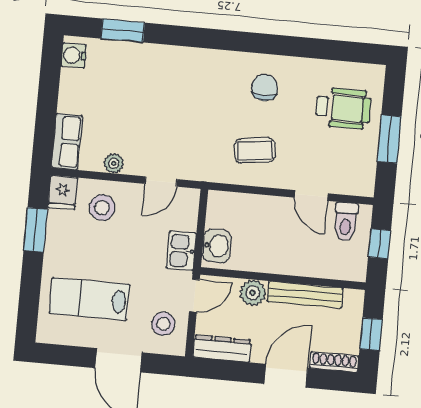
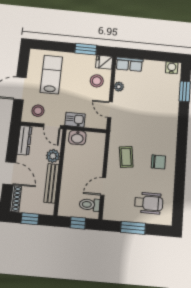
wheelchair: (343, 108) -> (149, 203), turned -90

